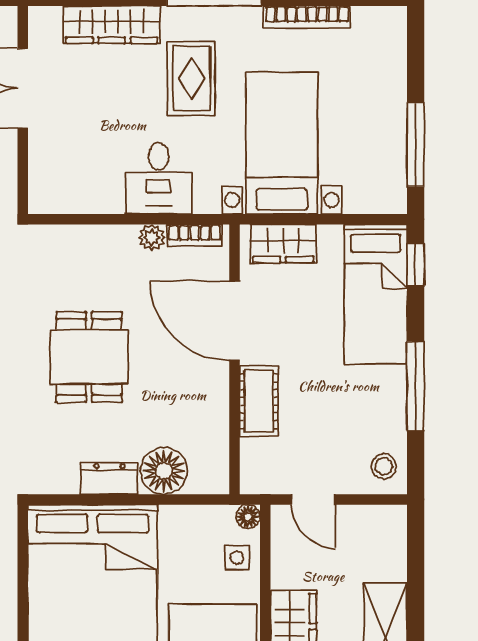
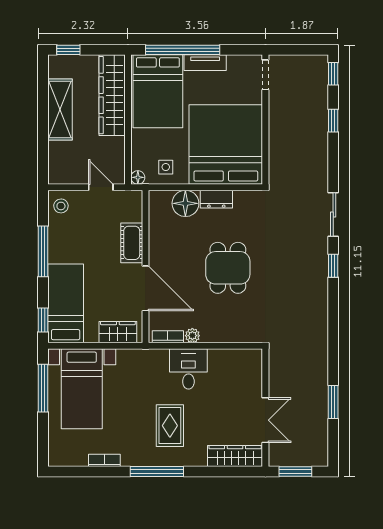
bookcase: (307, 17) -> (104, 460), width x0.64
wardrobe: (112, 25) -> (235, 456), moved
bed with nightstands: (282, 143) -> (82, 389), moved
side table: (237, 558) -> (166, 167), moved

